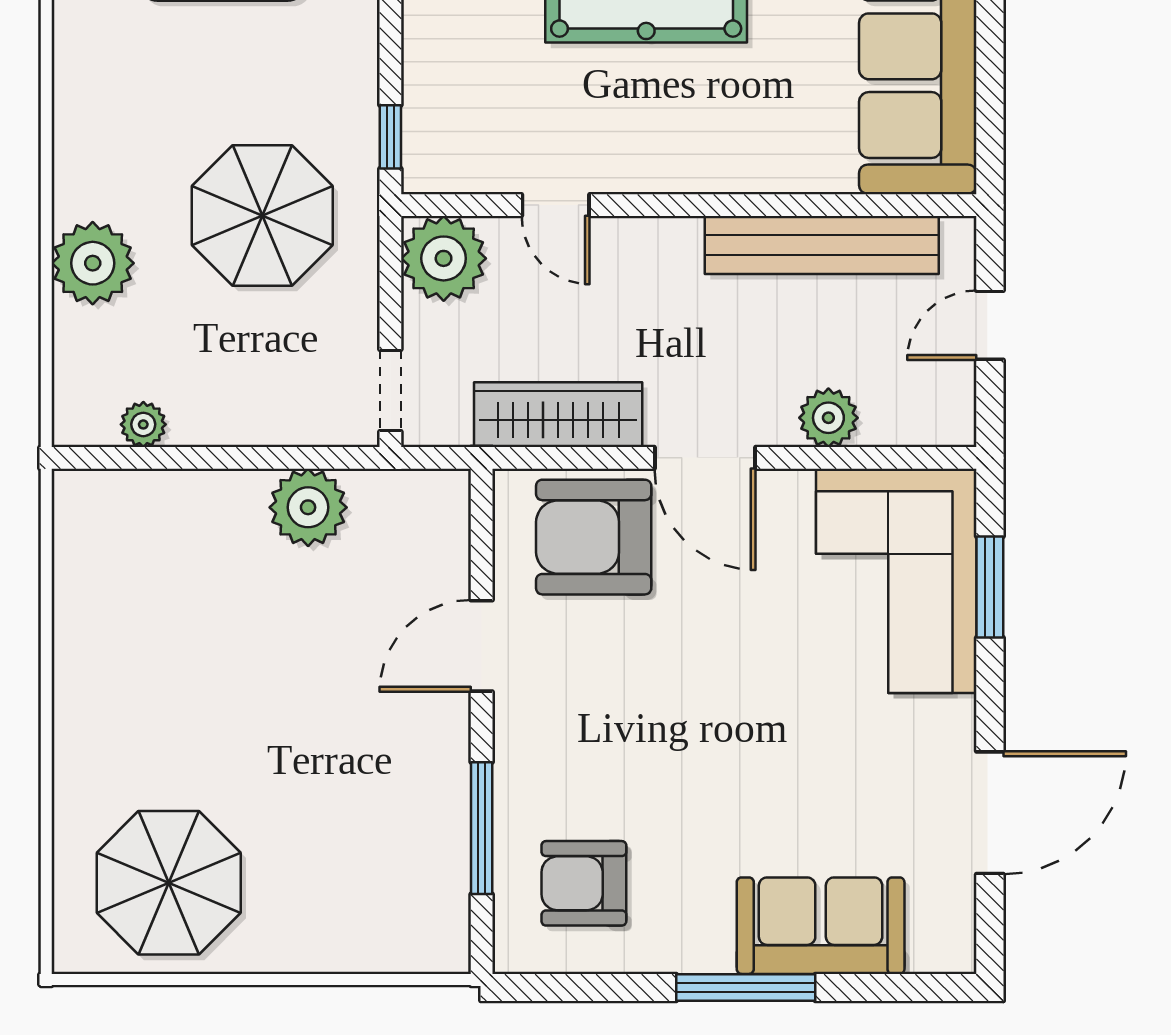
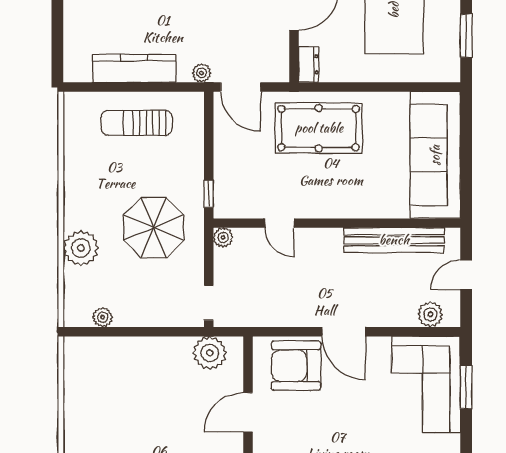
plant: (444, 258) -> (223, 237), width x0.53, depth x0.53
wardrobe: (558, 415) -> (281, 313), removed
plant: (828, 418) -> (430, 314), moved
plant: (308, 507) -> (210, 353), moved

